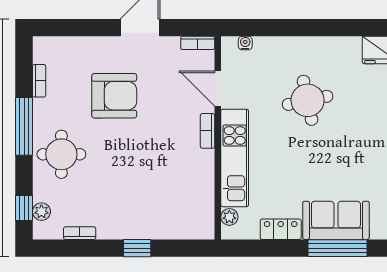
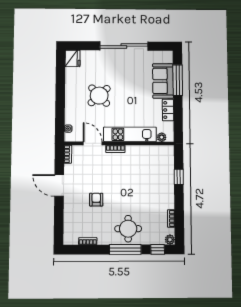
door: (218, 89) -> (93, 143), swing flipped
armchair: (114, 96) -> (96, 200), width x0.53, depth x0.53
round table: (308, 100) -> (99, 96), turned -31
window: (24, 126) -> (125, 249), moved
plant: (41, 212) -> (170, 240), moved
window: (137, 248) -> (179, 177), moved

